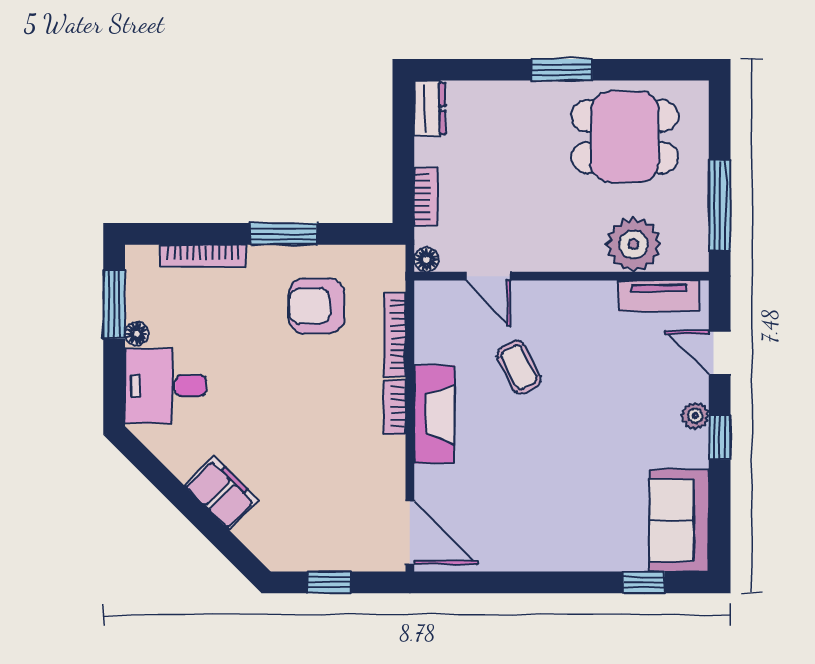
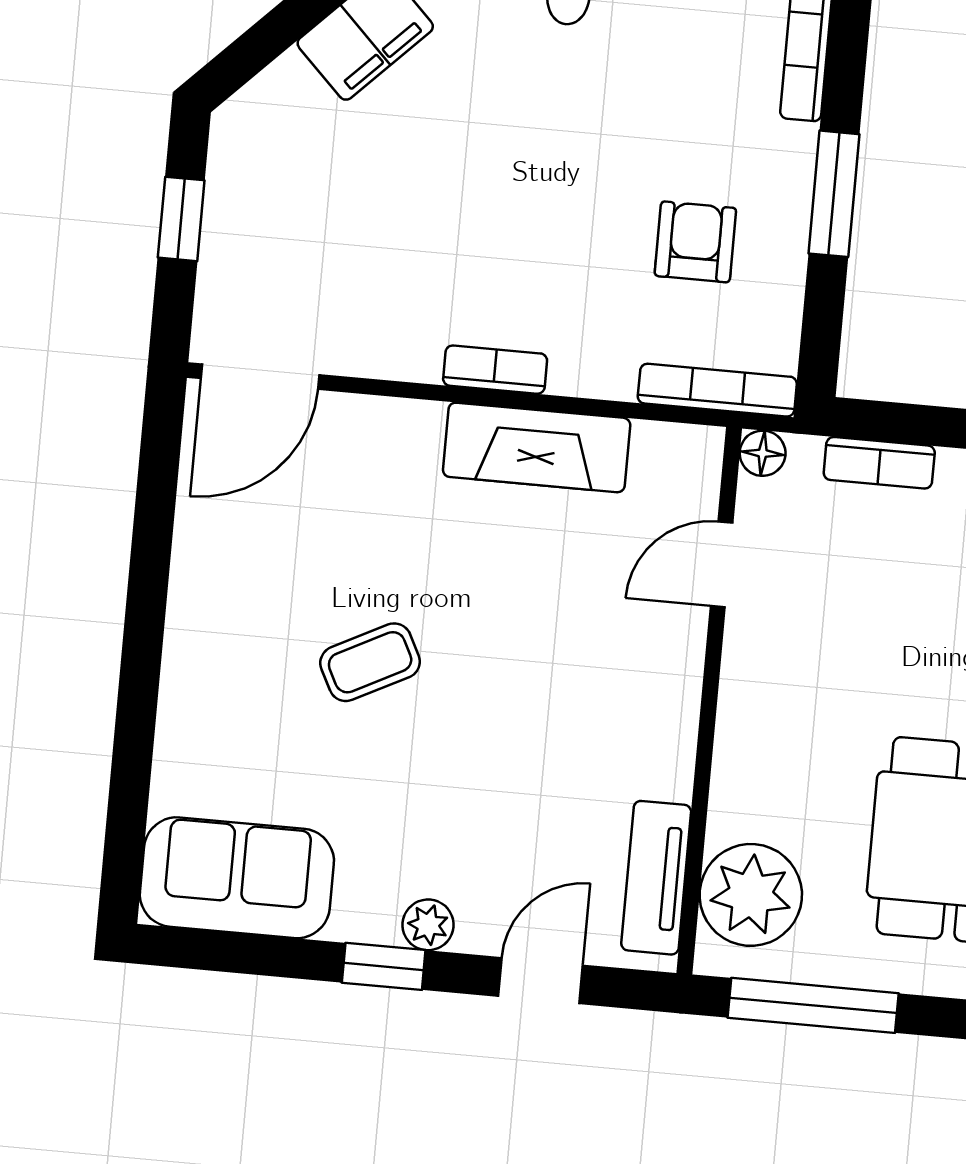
plant: (634, 244) -> (751, 895), moved
armchair: (316, 306) -> (695, 242), width x0.72, depth x0.72
bookcase: (395, 334) -> (717, 390), moved
coffee table: (519, 367) -> (370, 662), moved
fireplace: (434, 414) -> (537, 447), moved
window: (644, 582) -> (128, 802), removed

